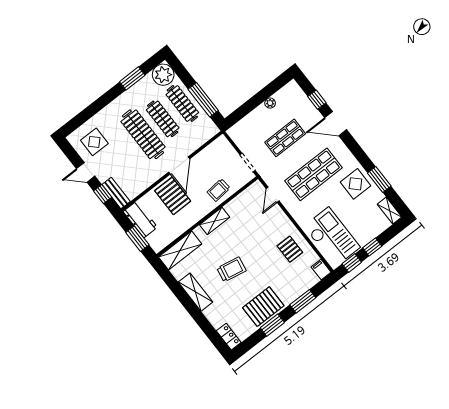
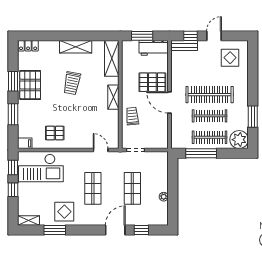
shop shelf: (314, 174) -> (93, 188), width x0.70, depth x0.74

